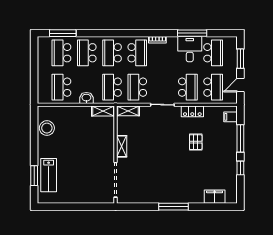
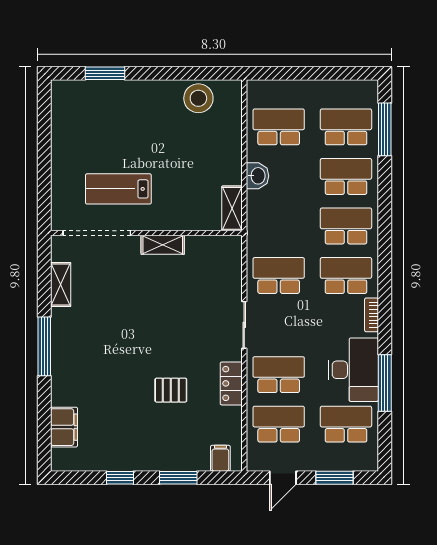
desk: (190, 49) -> (353, 370), width x1.37
school desk: (137, 53) -> (346, 276), turned 180
school desk: (213, 53) -> (346, 424), turned 180
door: (240, 85) -> (283, 478), swing flipped
school desk: (112, 87) -> (279, 226), removed
school desk: (188, 87) -> (279, 375), turned 180
school desk: (213, 87) -> (279, 424), turned 180
shelving: (128, 111) -> (61, 285), moved
window: (240, 138) -> (178, 478), width x0.69
lab bench: (49, 175) -> (118, 189), moved

